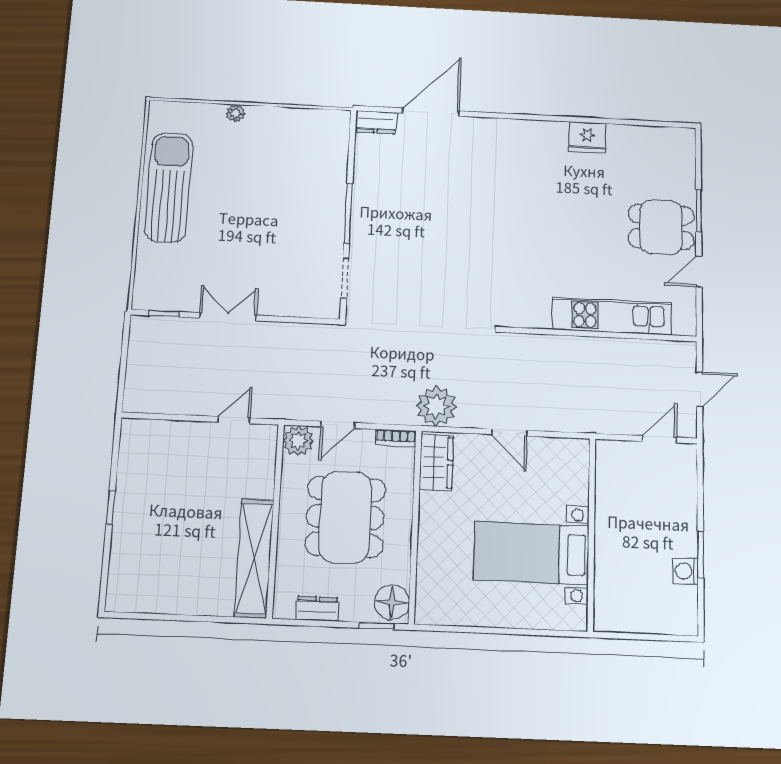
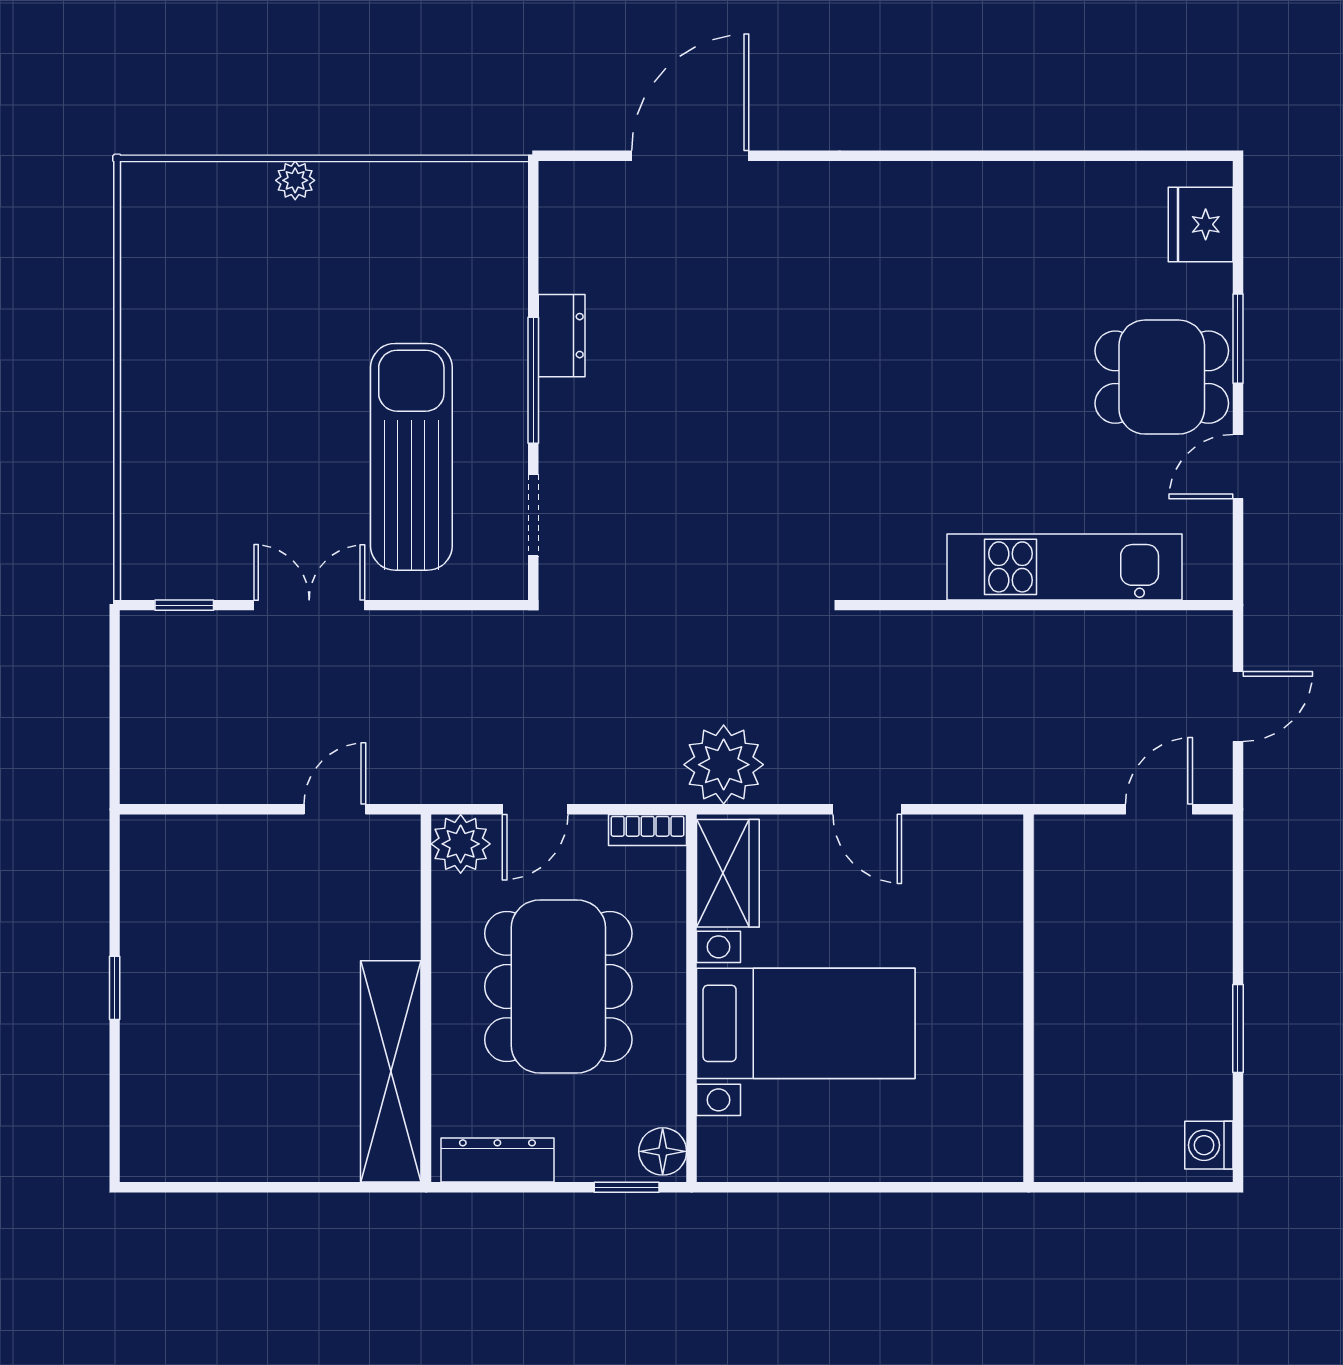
dresser: (376, 122) -> (562, 336), moved, turned -90
fridge: (587, 137) -> (1201, 224), moved, turned 90
sun lounger: (169, 187) -> (411, 457), moved
bed with nightstands: (531, 553) -> (806, 1023), moved, turned 180
washing machine: (685, 571) -> (1209, 1145), moved
floor lamp: (392, 602) -> (663, 1151), width x0.73, depth x0.73
dresser: (317, 609) -> (497, 1160), width x1.44

